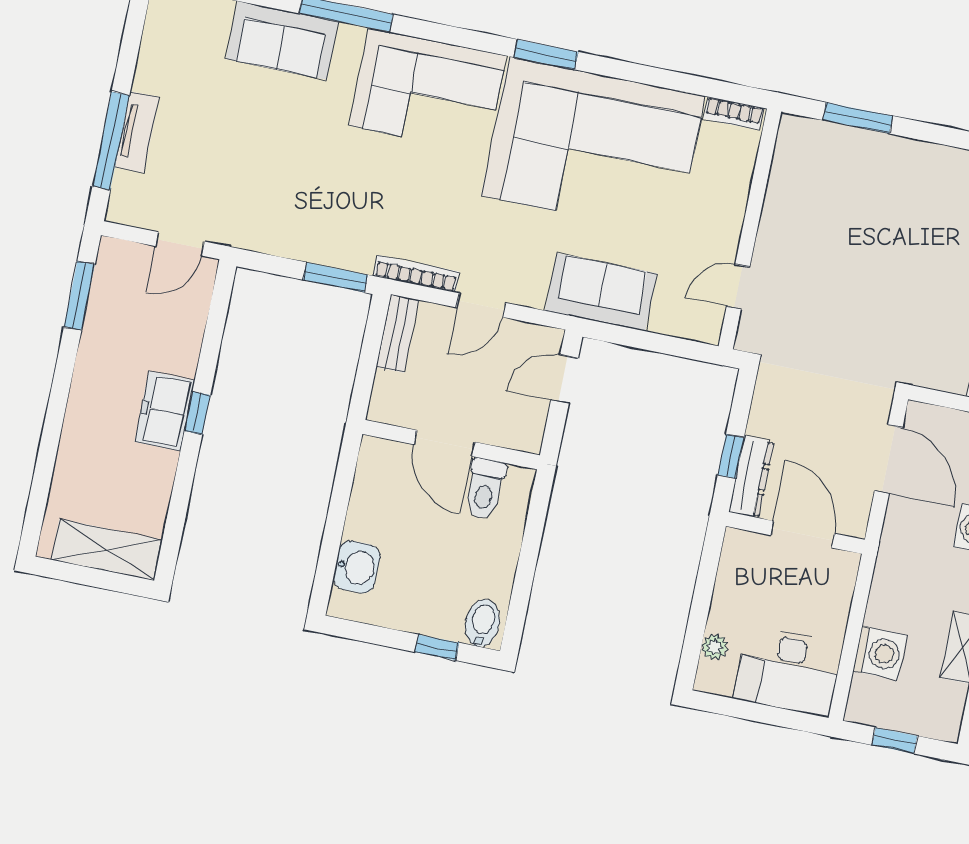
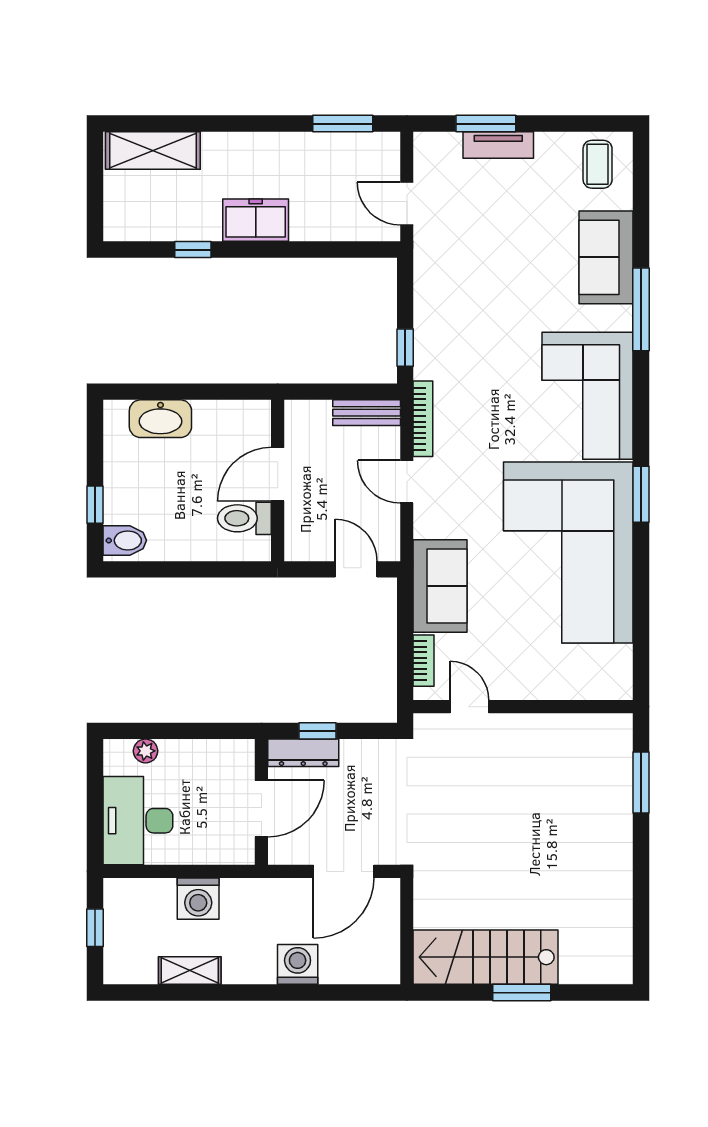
coffee table: (179, 29) -> (598, 164), added
bookcase: (734, 113) -> (424, 661), moved, turned 180
window: (111, 141) -> (486, 124), width x0.69
window: (336, 277) -> (405, 348), width x0.67
window: (197, 413) -> (193, 250), moved
shelving: (106, 550) -> (153, 150), moved, turned 90
washbasin: (357, 567) -> (160, 419), width x1.38
washing machine: (880, 653) -> (198, 899), moved

